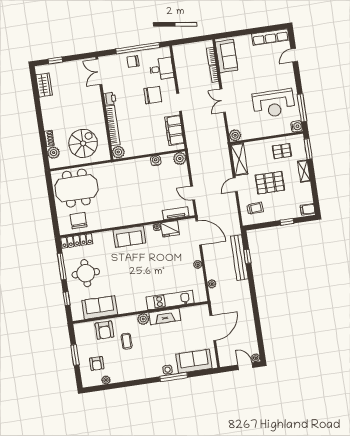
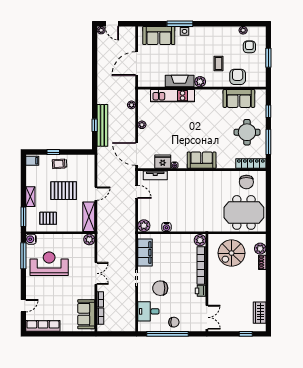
trolley: (255, 208) -> (60, 164), moved

